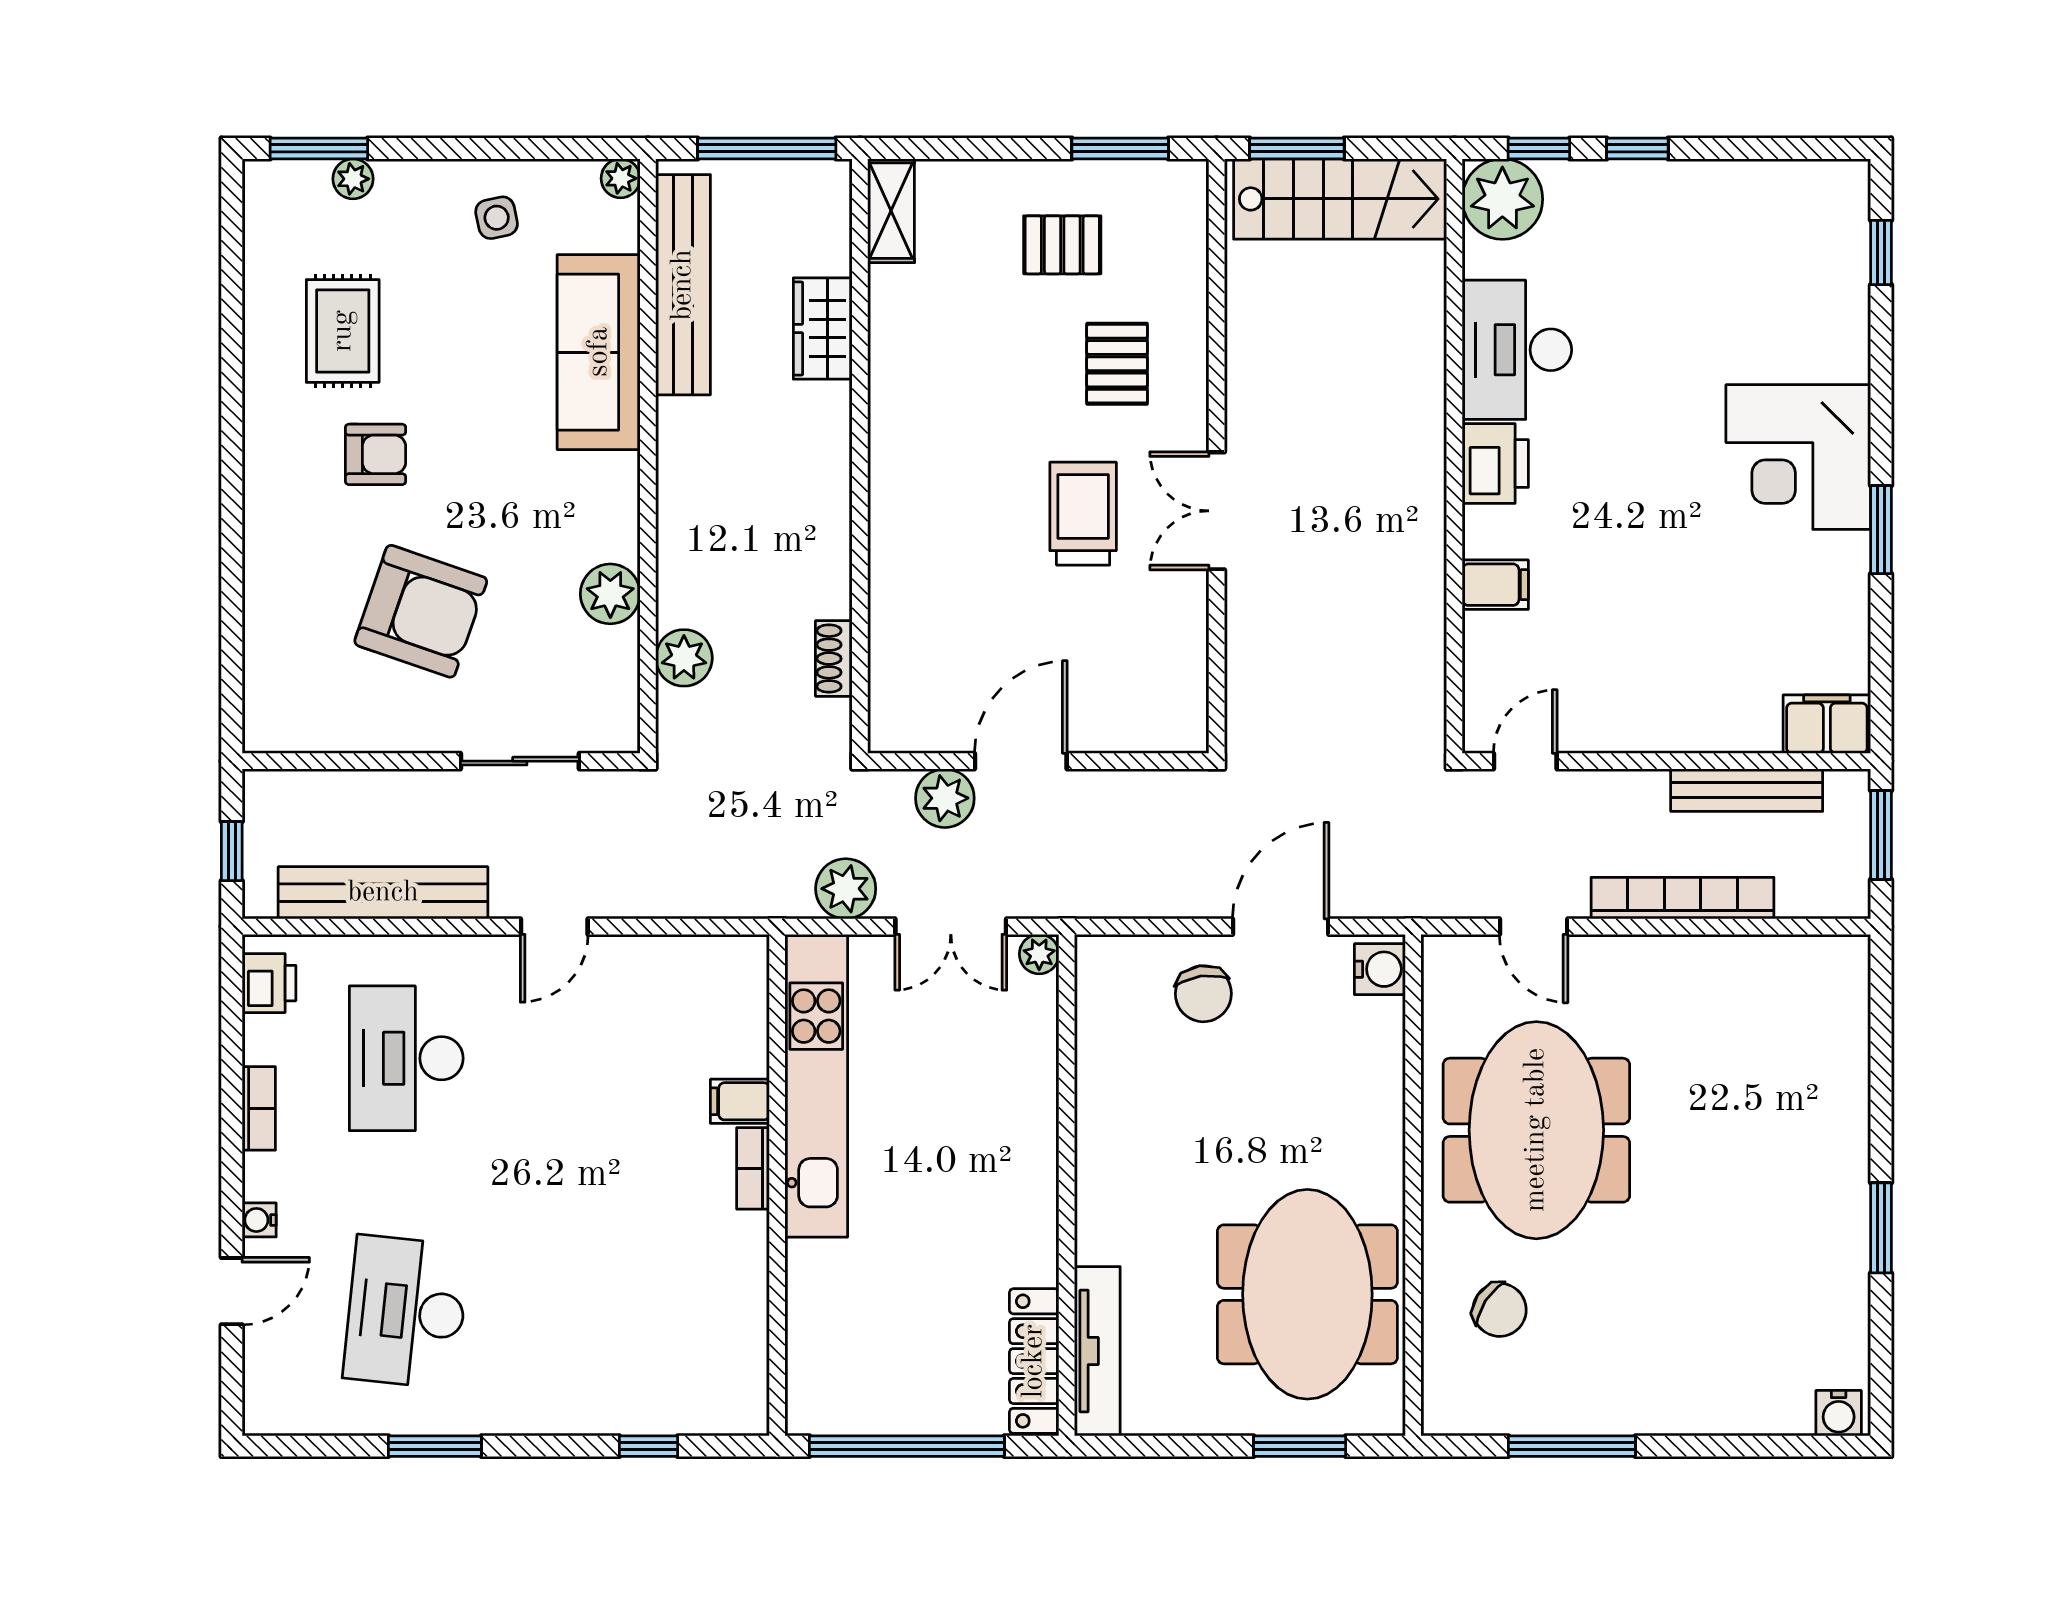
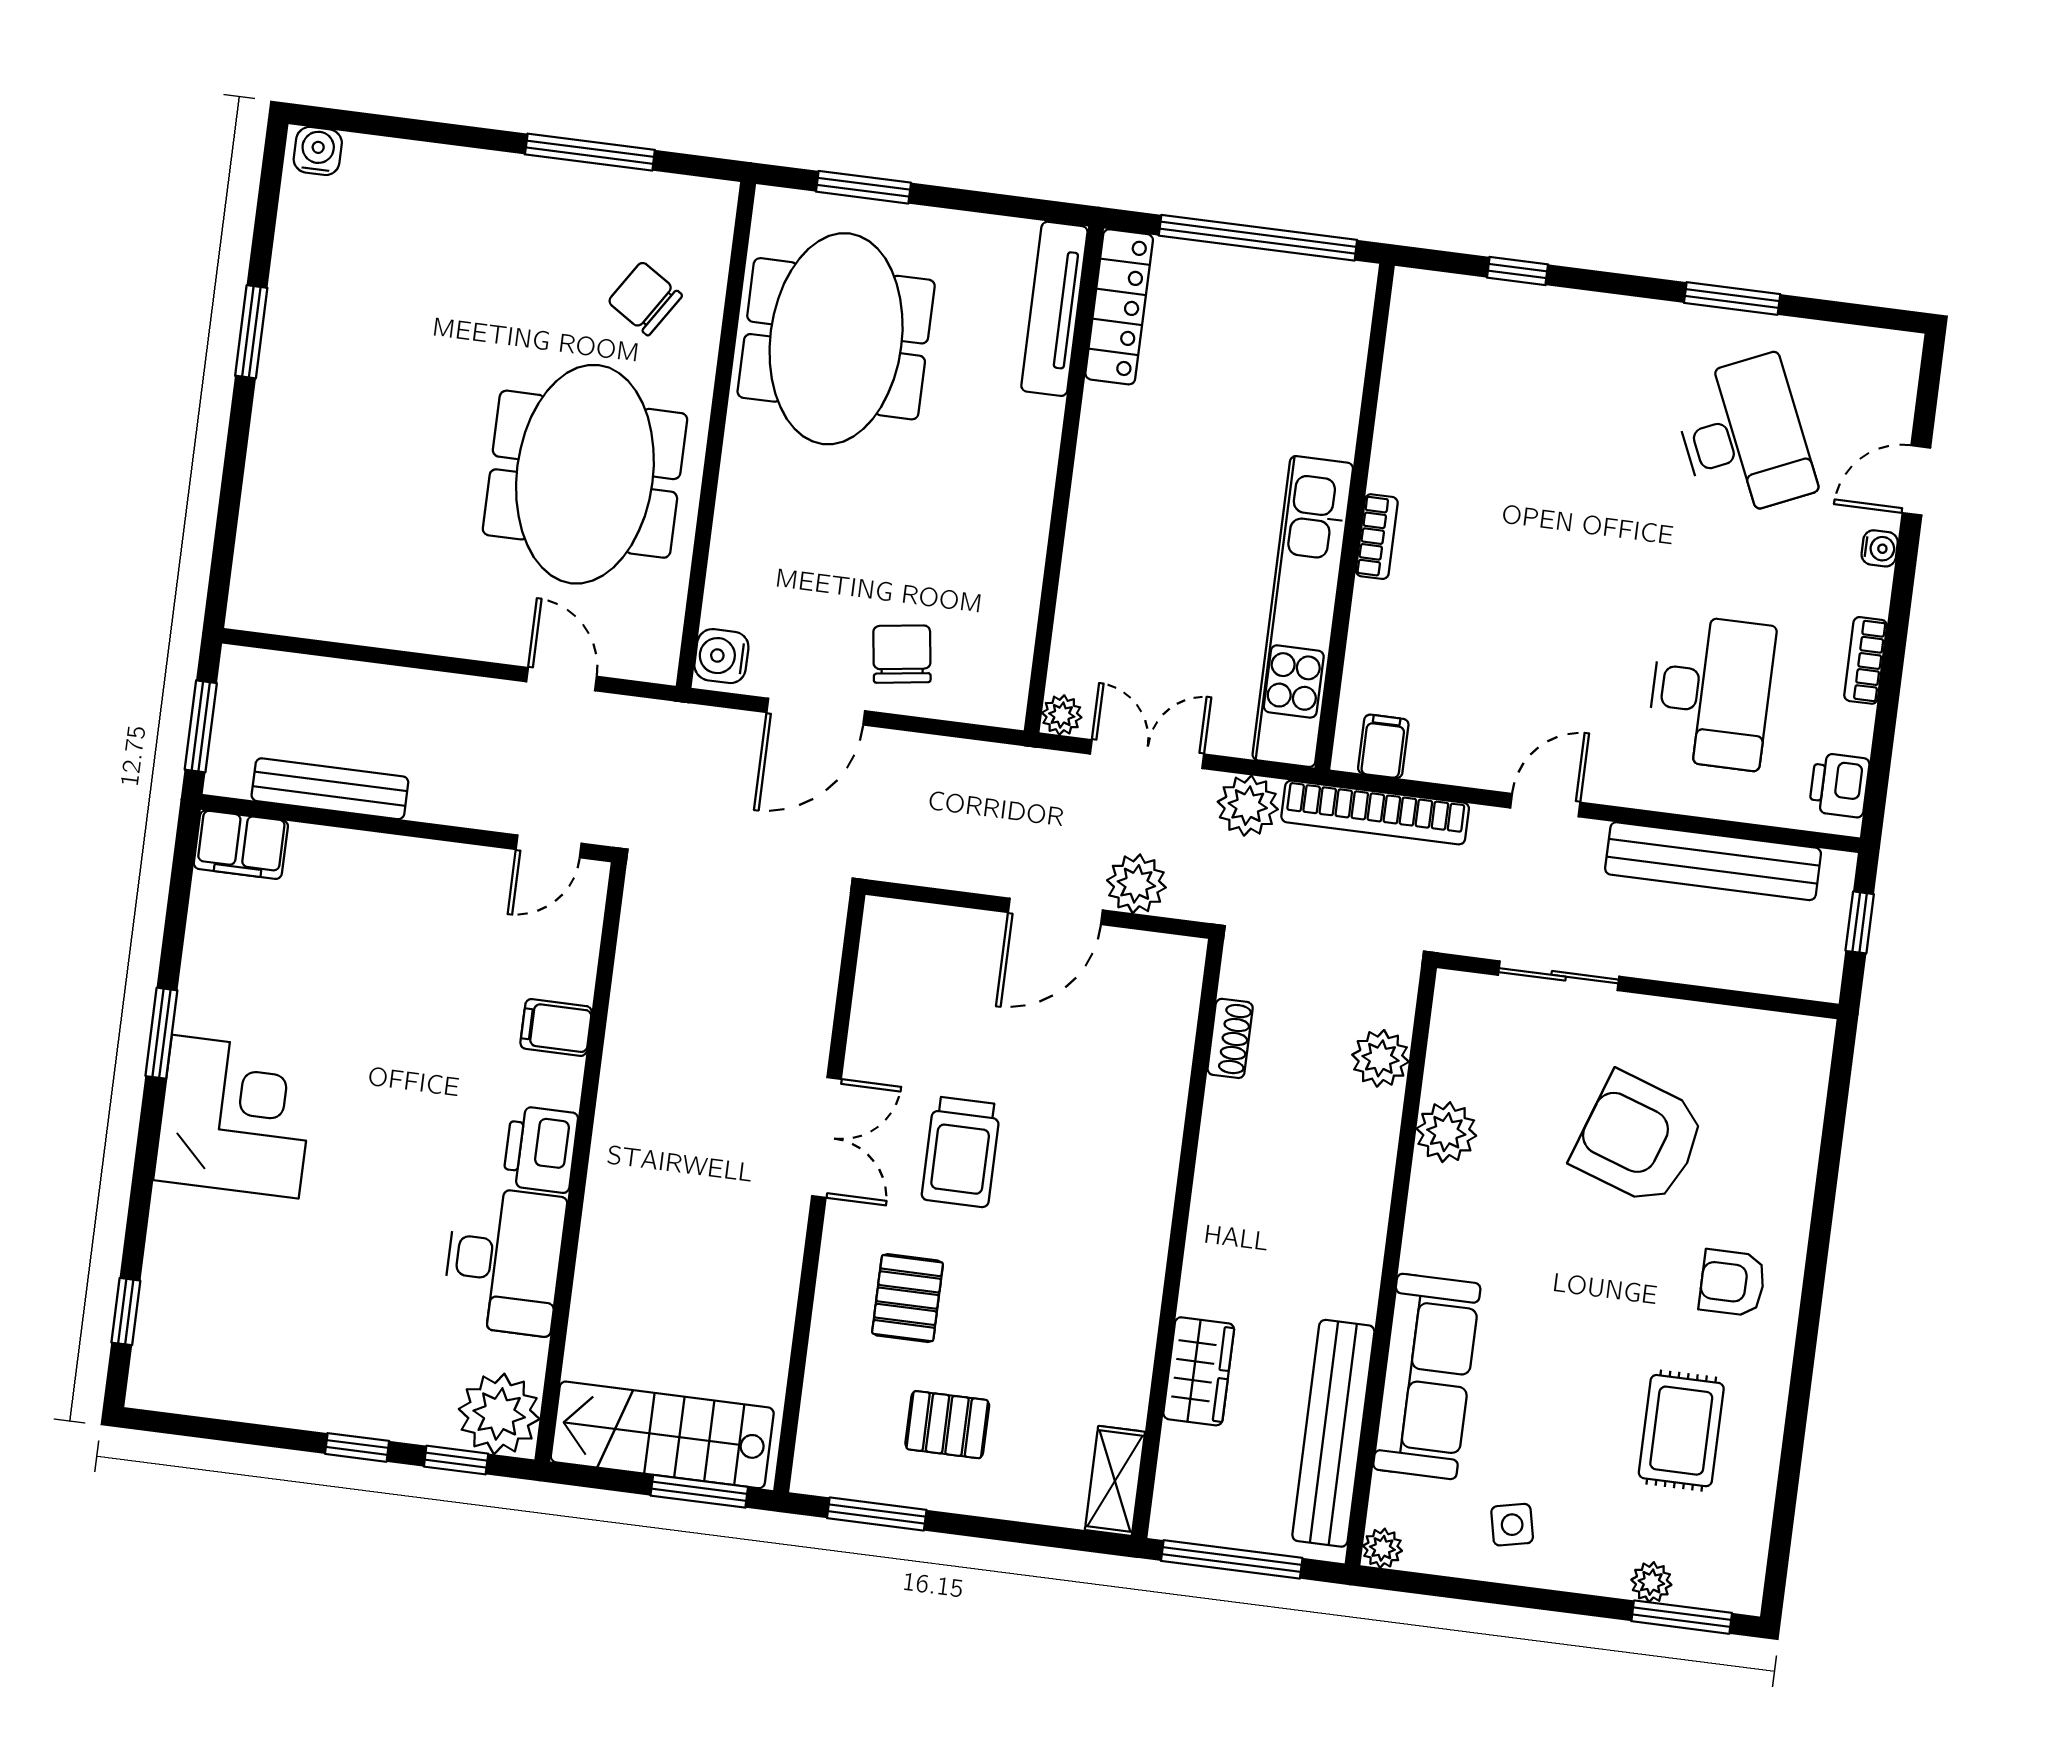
armchair: (376, 454) -> (1732, 1283), moved
bookcase: (1683, 898) -> (1375, 812), moved
filing cabinet: (740, 1101) -> (1383, 746), moved, turned -90
desk: (406, 1312) -> (1744, 437), turned -30

